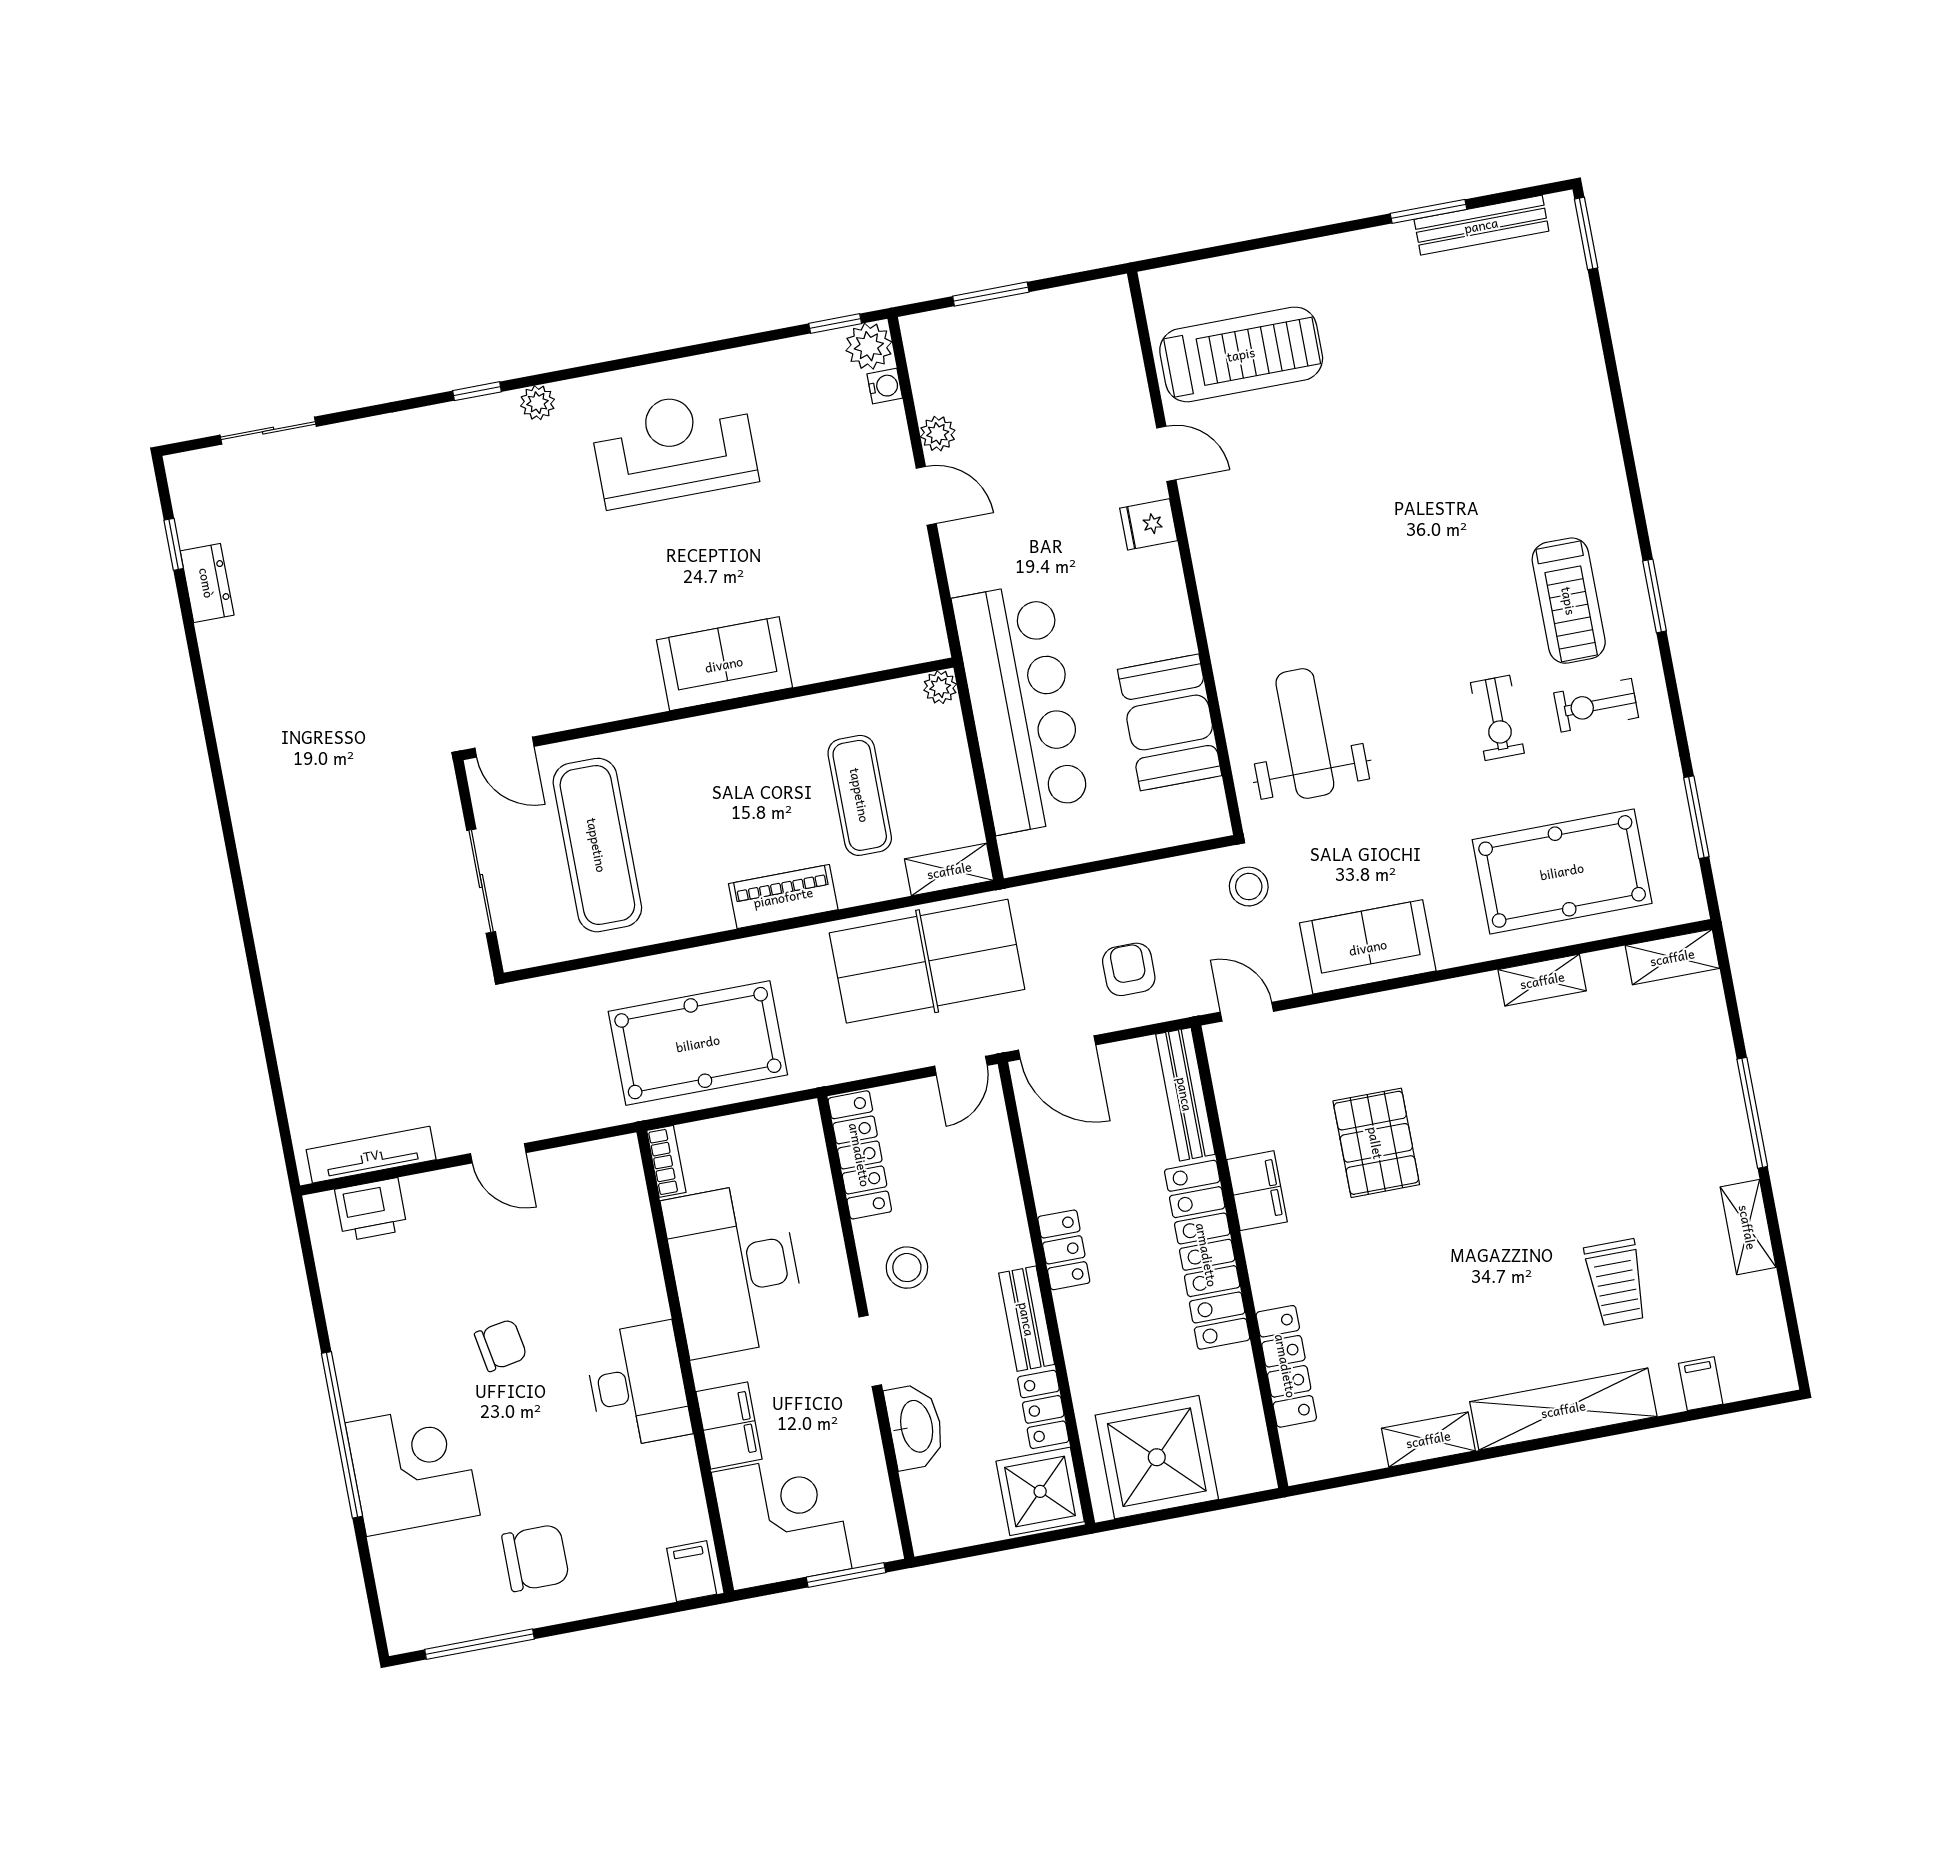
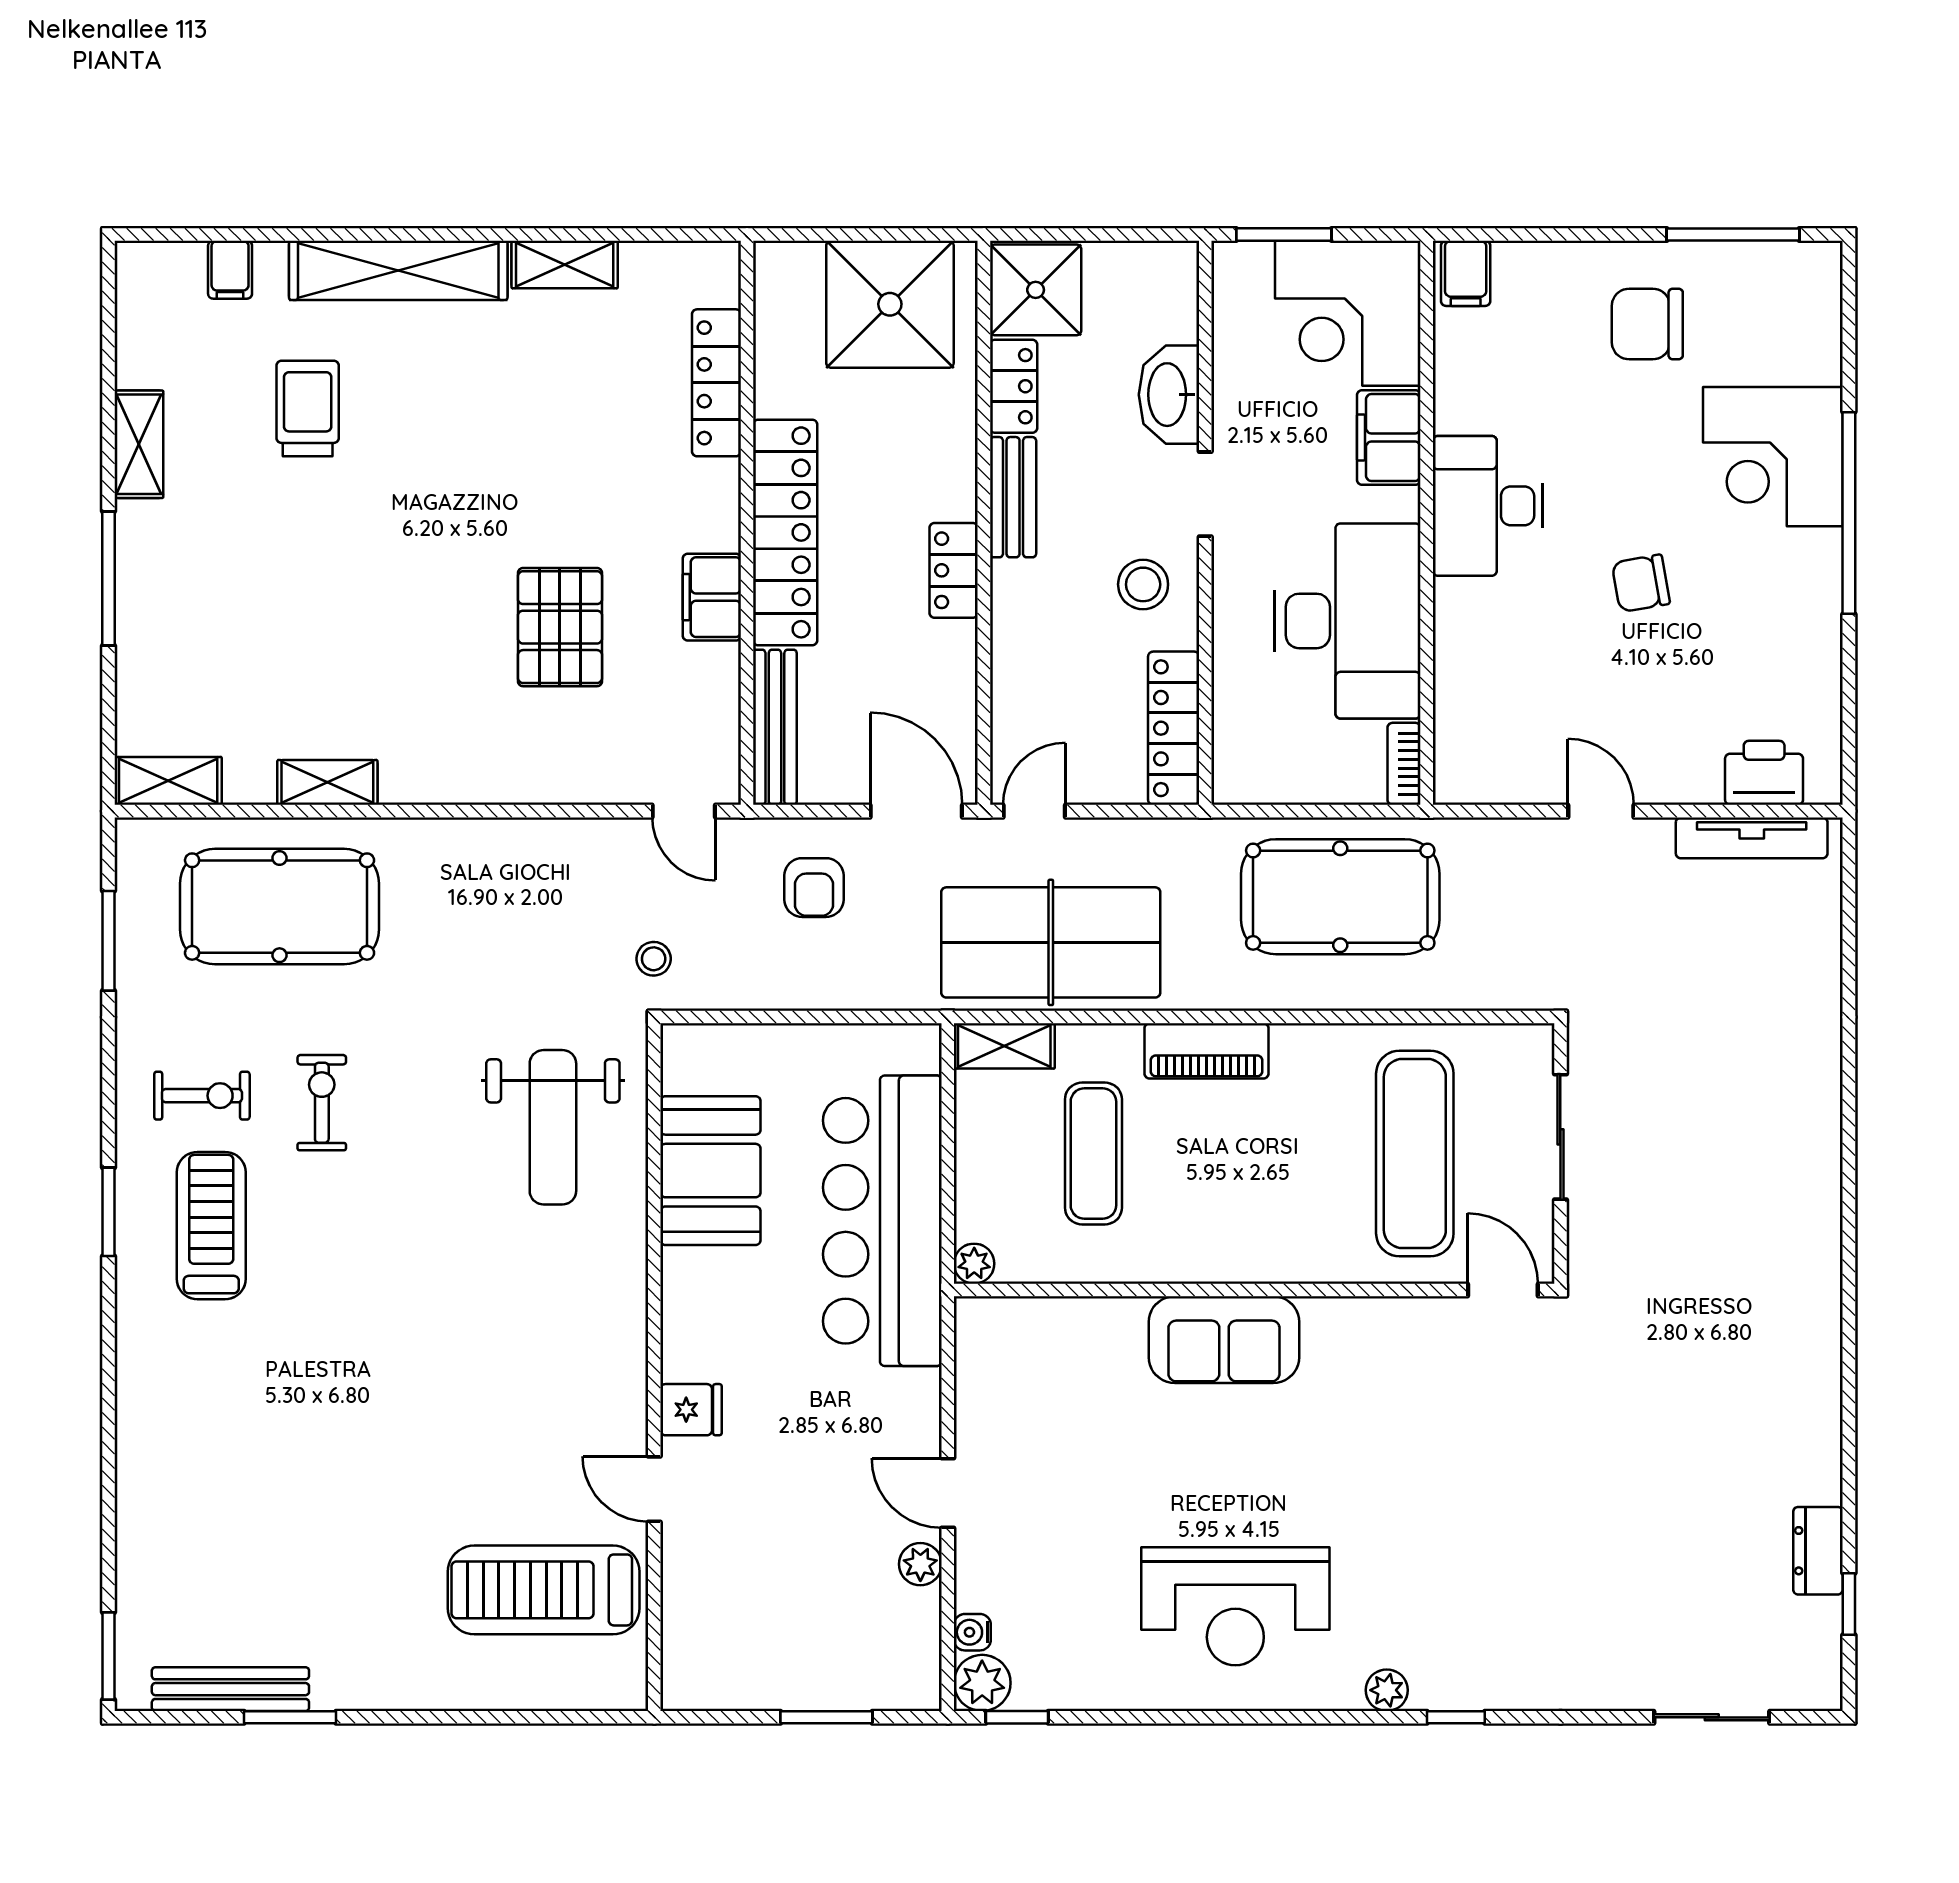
stool: (1249, 887) -> (654, 959), width x0.73, depth x0.73
sofa: (1368, 947) -> (526, 861), removed

